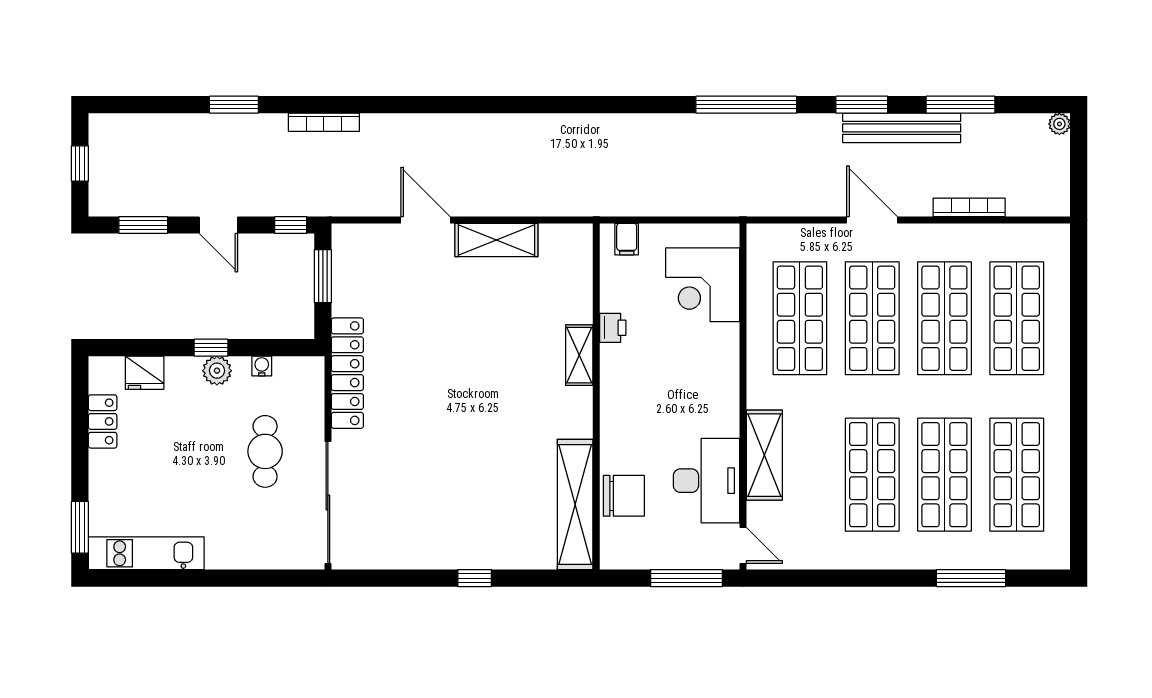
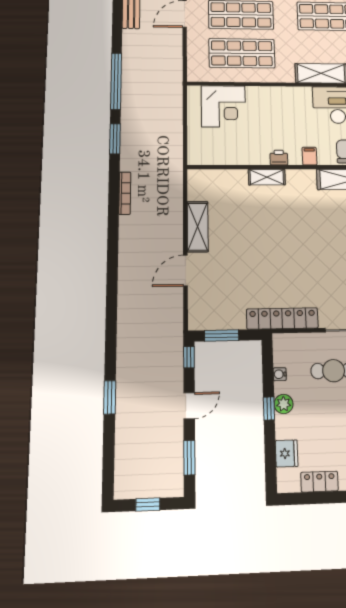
window: (862, 105) -> (115, 139), moved
bookcase: (324, 122) -> (125, 193), moved
filing cabinet: (627, 239) -> (309, 156), moved, turned -90
printer: (613, 328) -> (279, 158), moved

